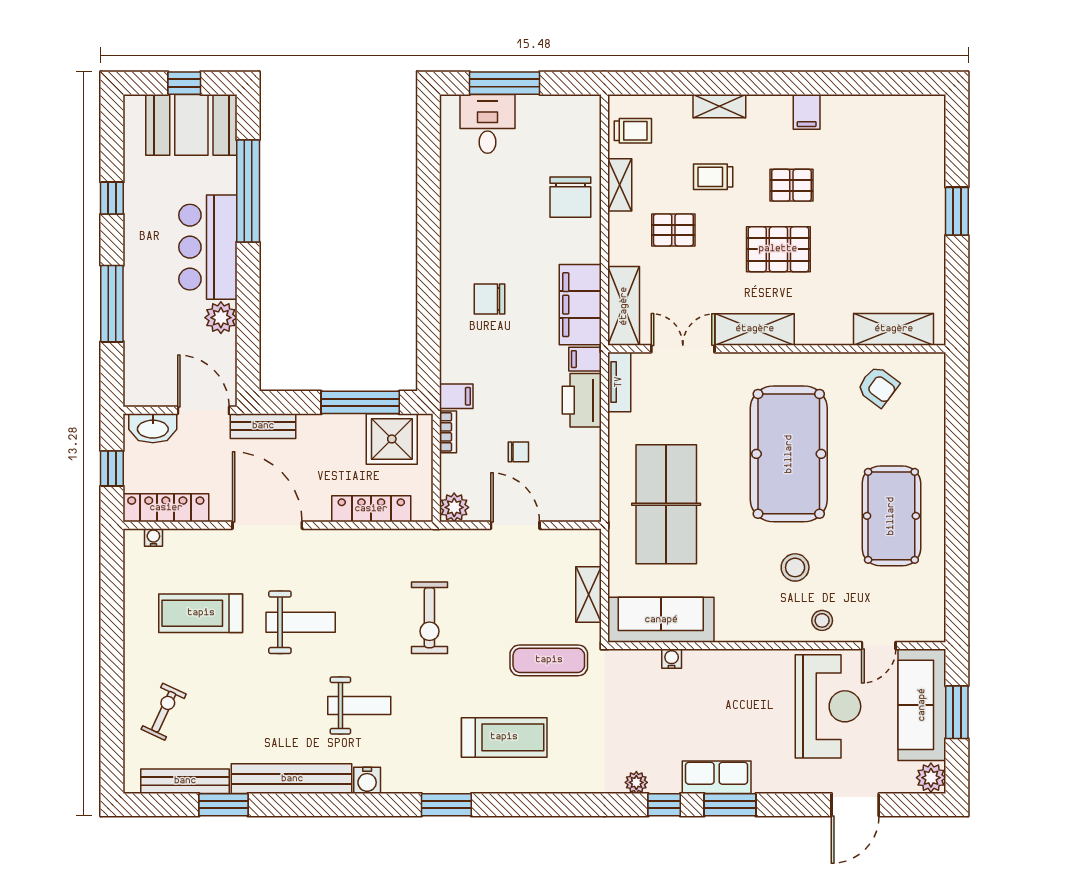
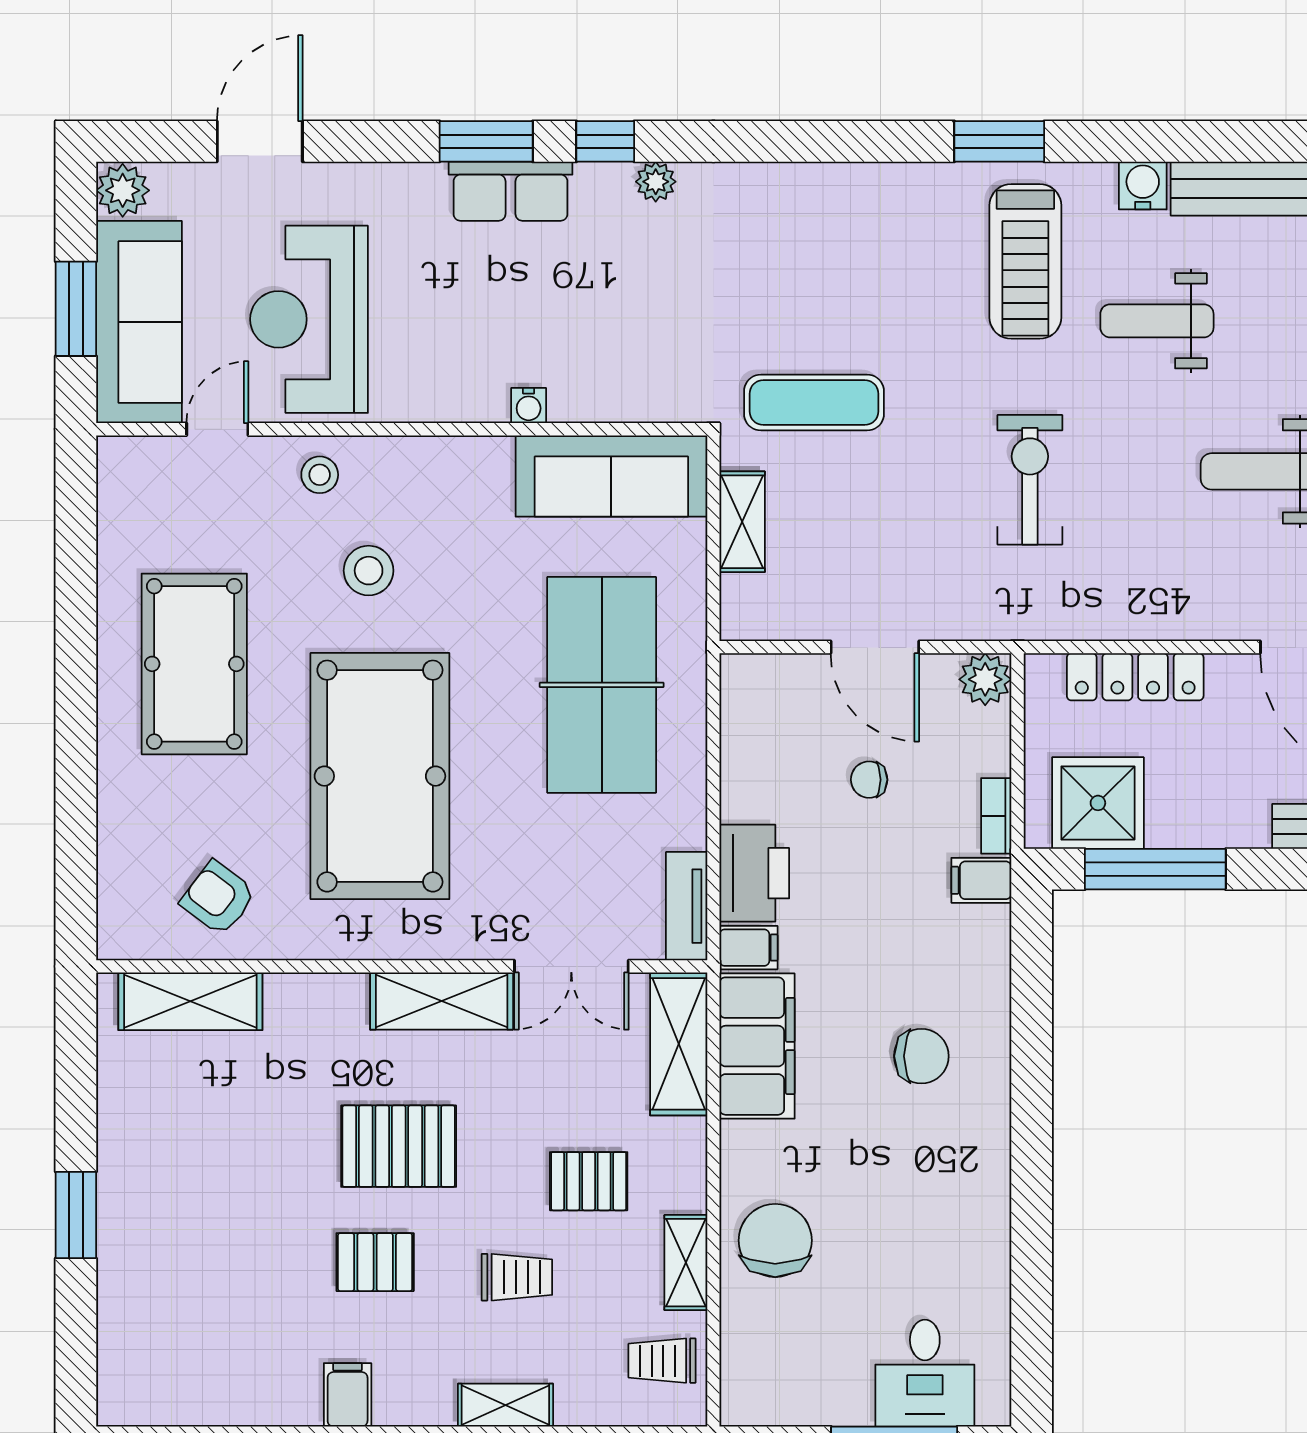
water cooler: (672, 659) -> (529, 406), moved
treadmill: (504, 737) -> (1025, 261), moved, turned -90

